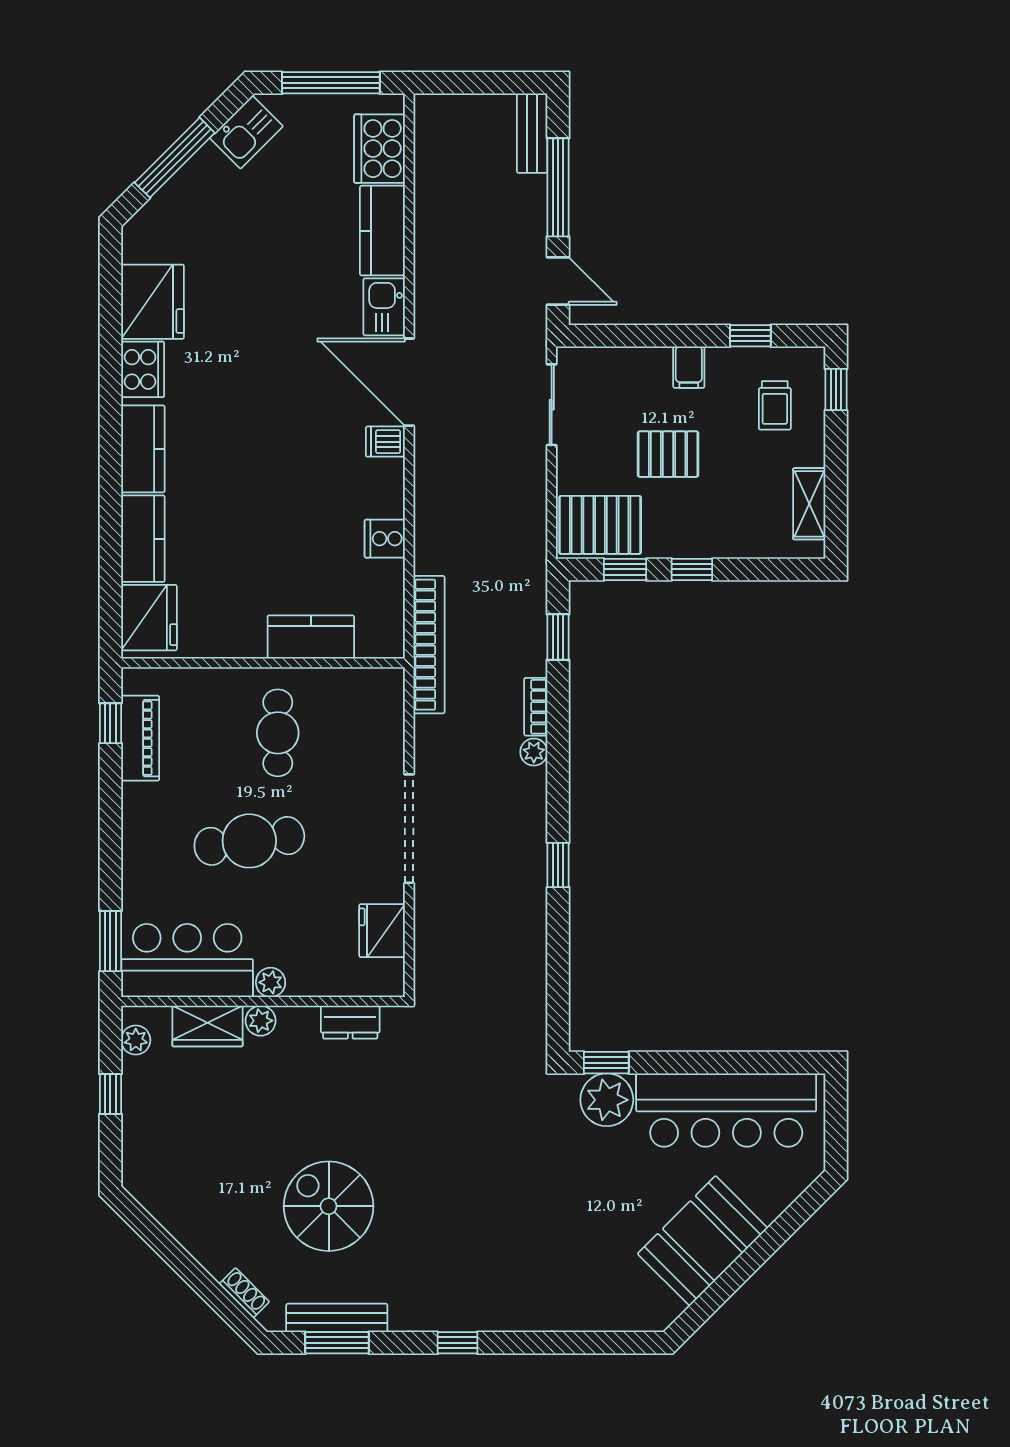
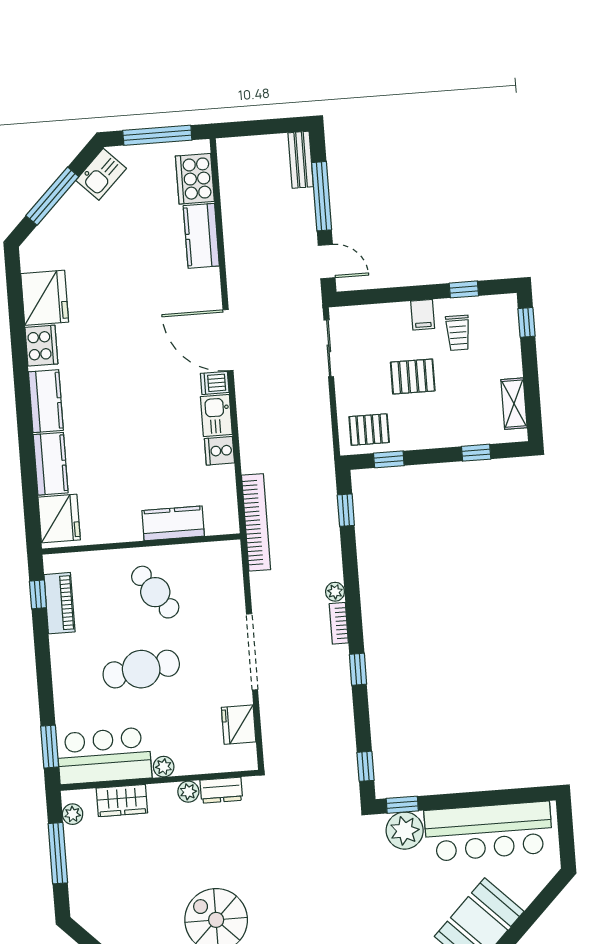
kitchen sink: (384, 307) -> (216, 416), moved
trolley: (775, 405) -> (458, 333), moved
pallet: (600, 525) -> (369, 430), width x0.67, depth x0.71
window: (692, 569) -> (476, 453), moved
bookcase: (536, 707) -> (339, 623), moved
cafe table: (278, 733) -> (155, 592), turned -36
window: (558, 1004) -> (365, 766), added
plant: (261, 1021) -> (188, 792), moved
window: (110, 1094) -> (58, 853), width x2.17

